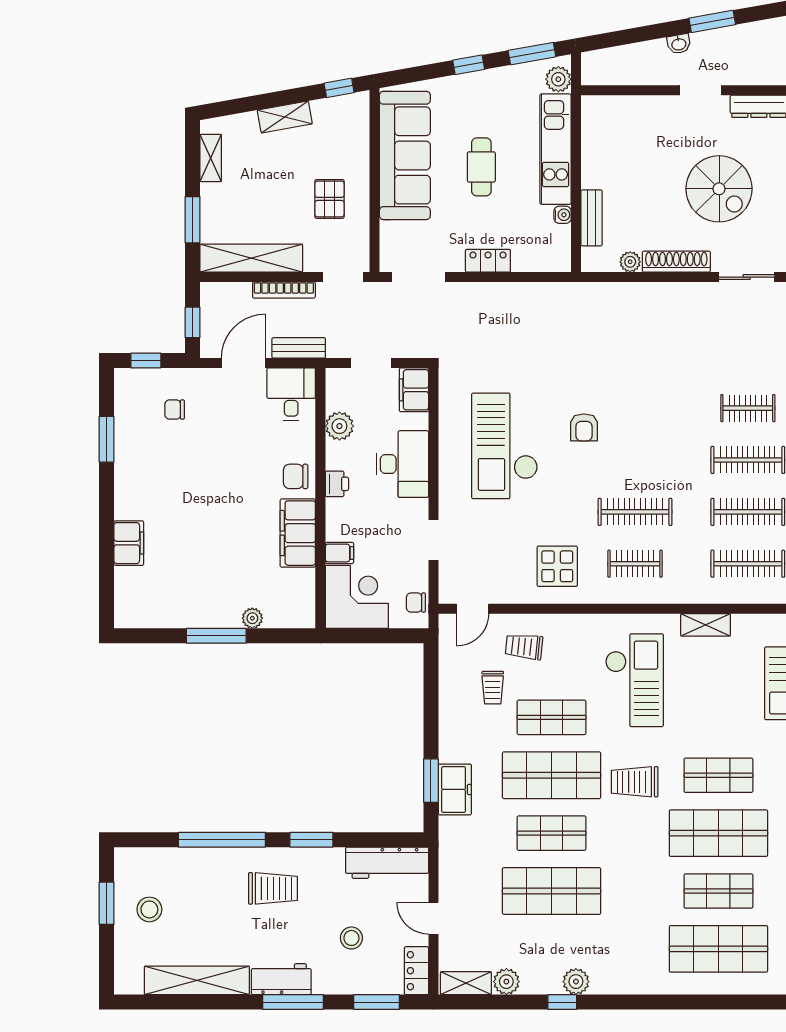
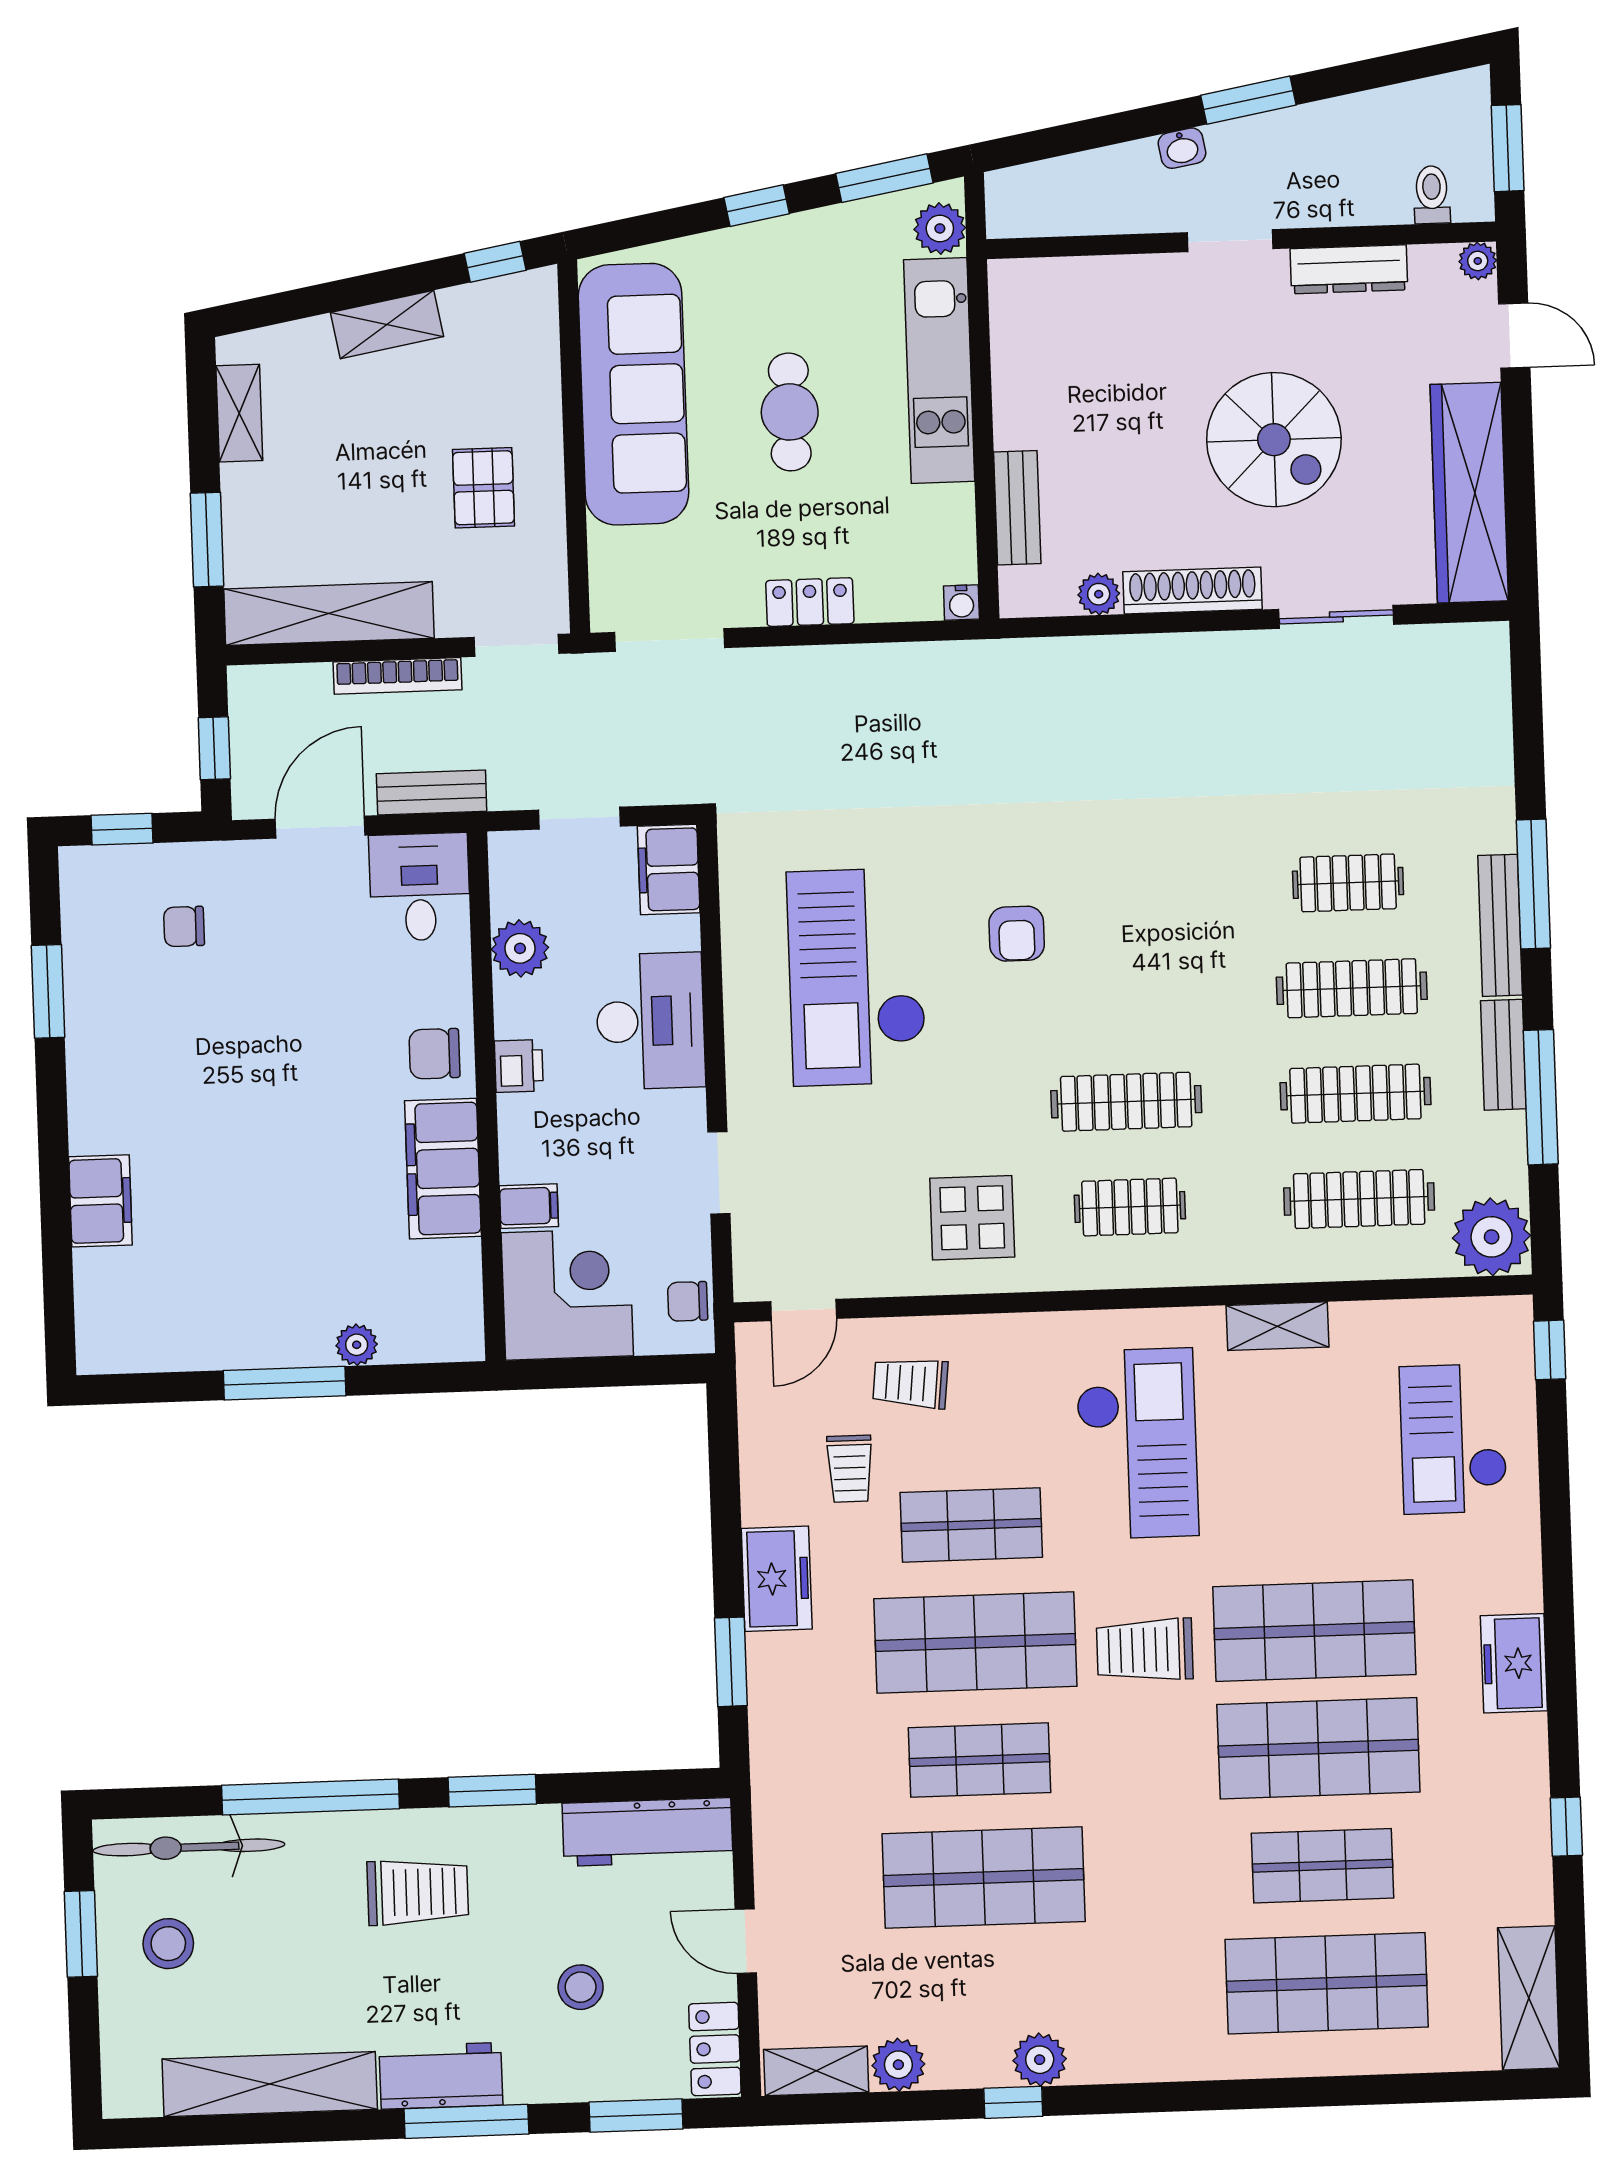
water cooler: (563, 215) -> (961, 603), moved, turned 90
shop shelf: (718, 775) -> (1314, 1631), width x1.43, depth x1.36
freezer: (455, 789) -> (777, 1579), moved
bicycle: (161, 863) -> (189, 1847), added

